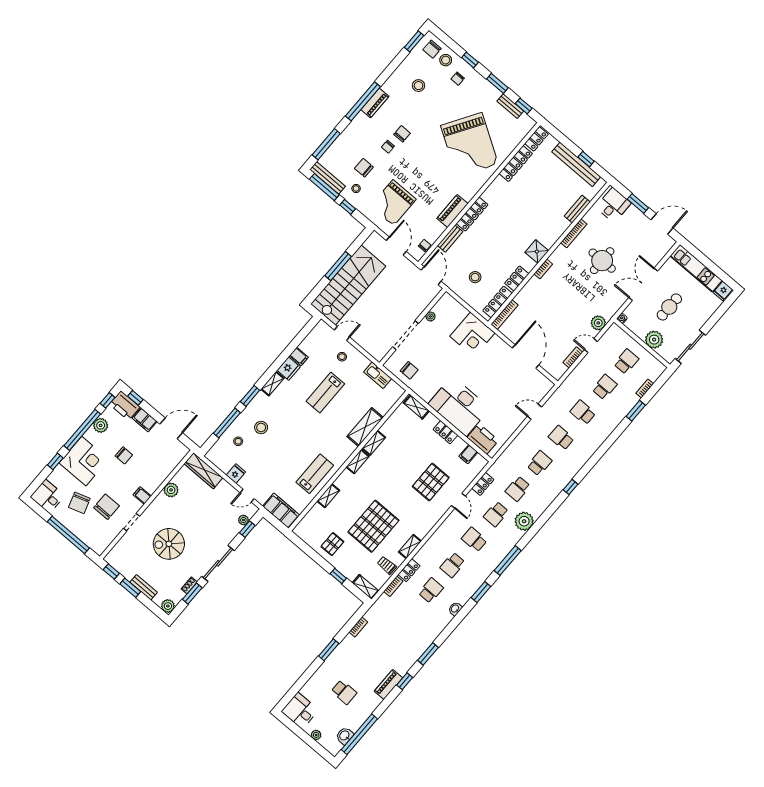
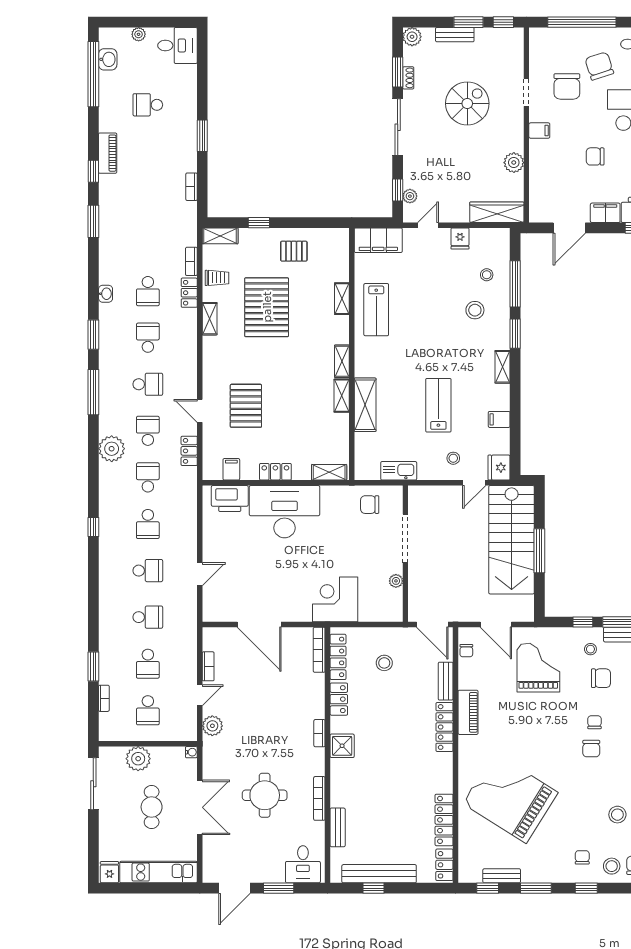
fridge: (289, 369) -> (499, 468), moved
pallet: (332, 544) -> (294, 251), turned 90

